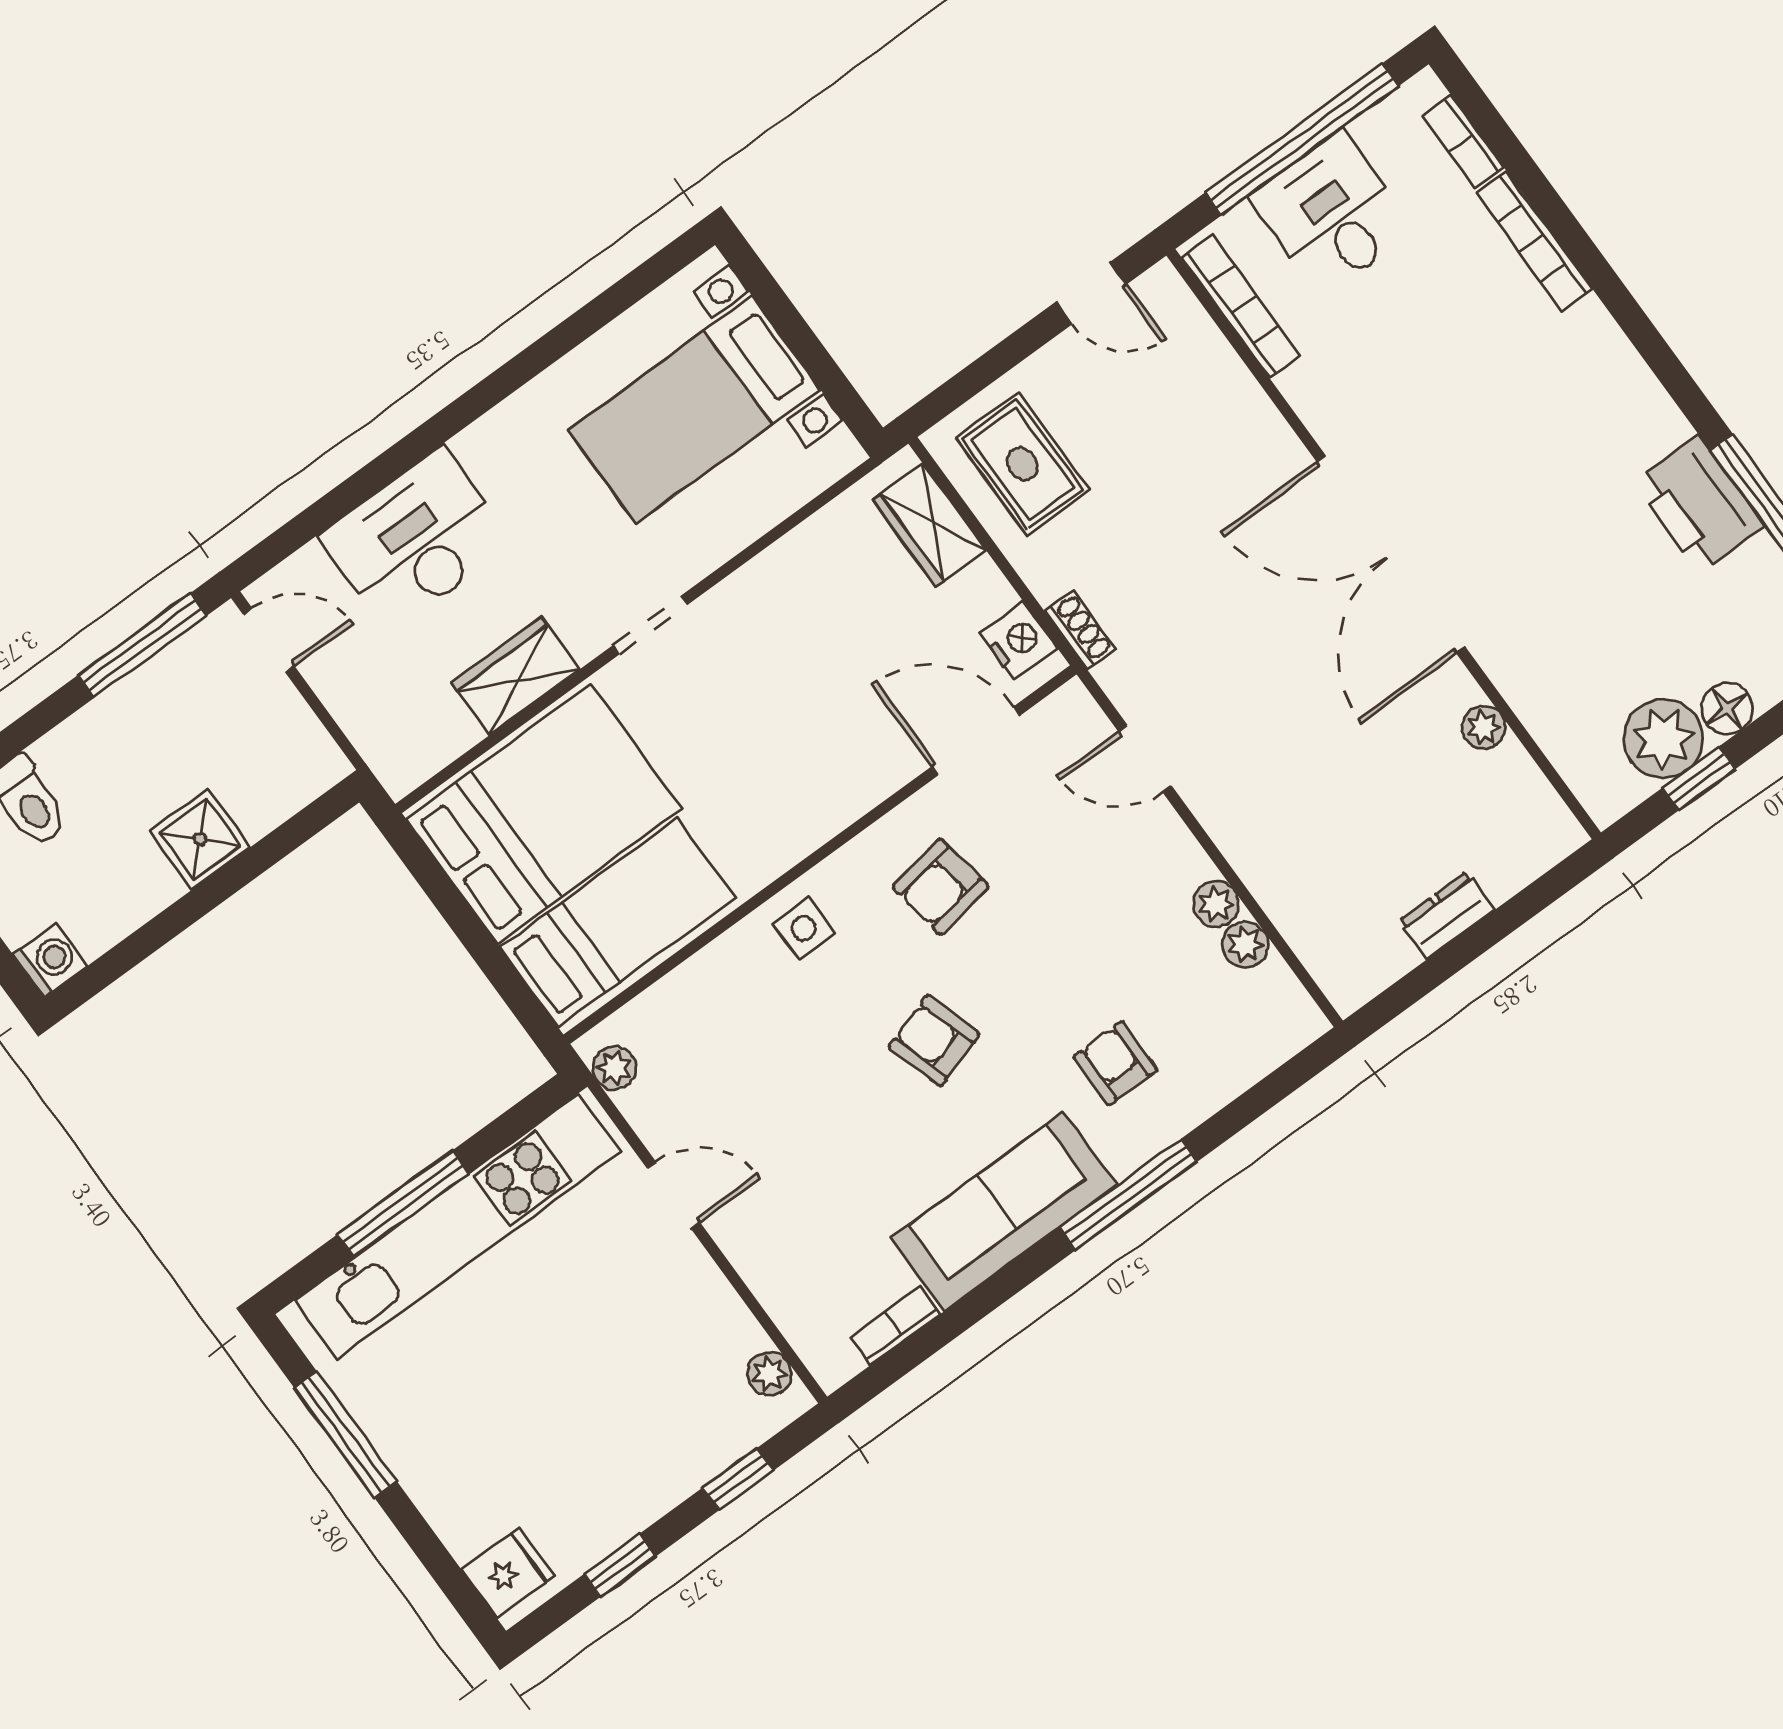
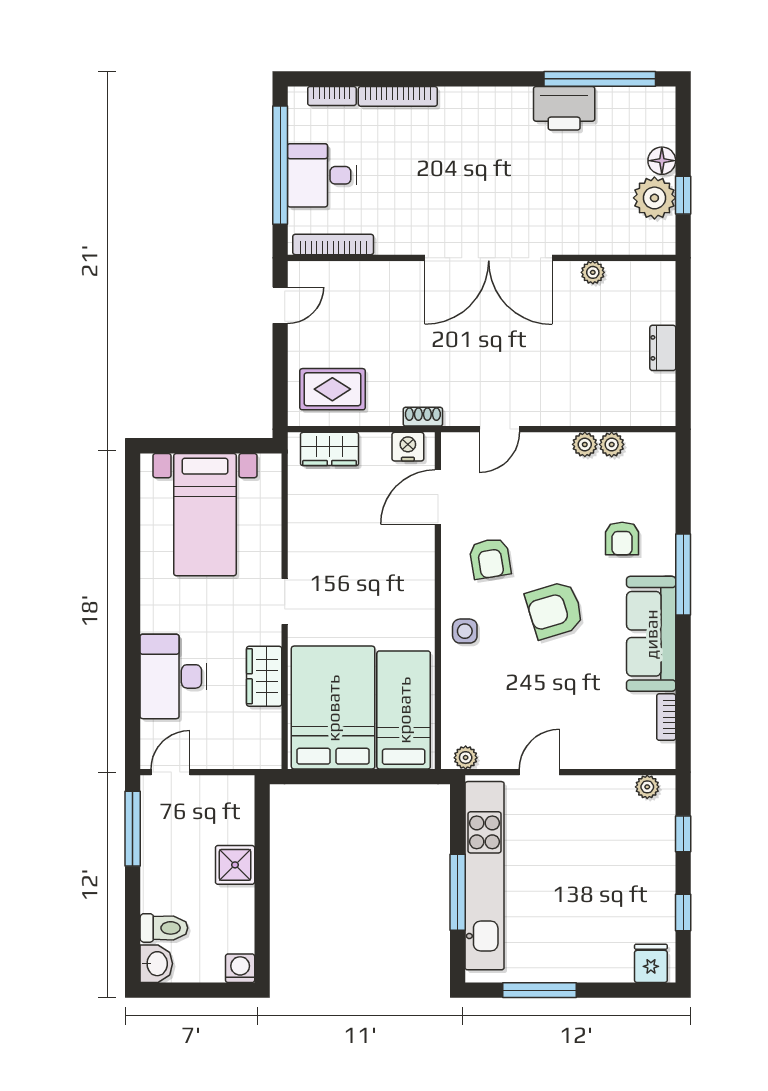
armchair: (934, 1040) -> (555, 610), width x1.38, depth x1.38
armchair: (1115, 1063) -> (622, 539), turned -90

